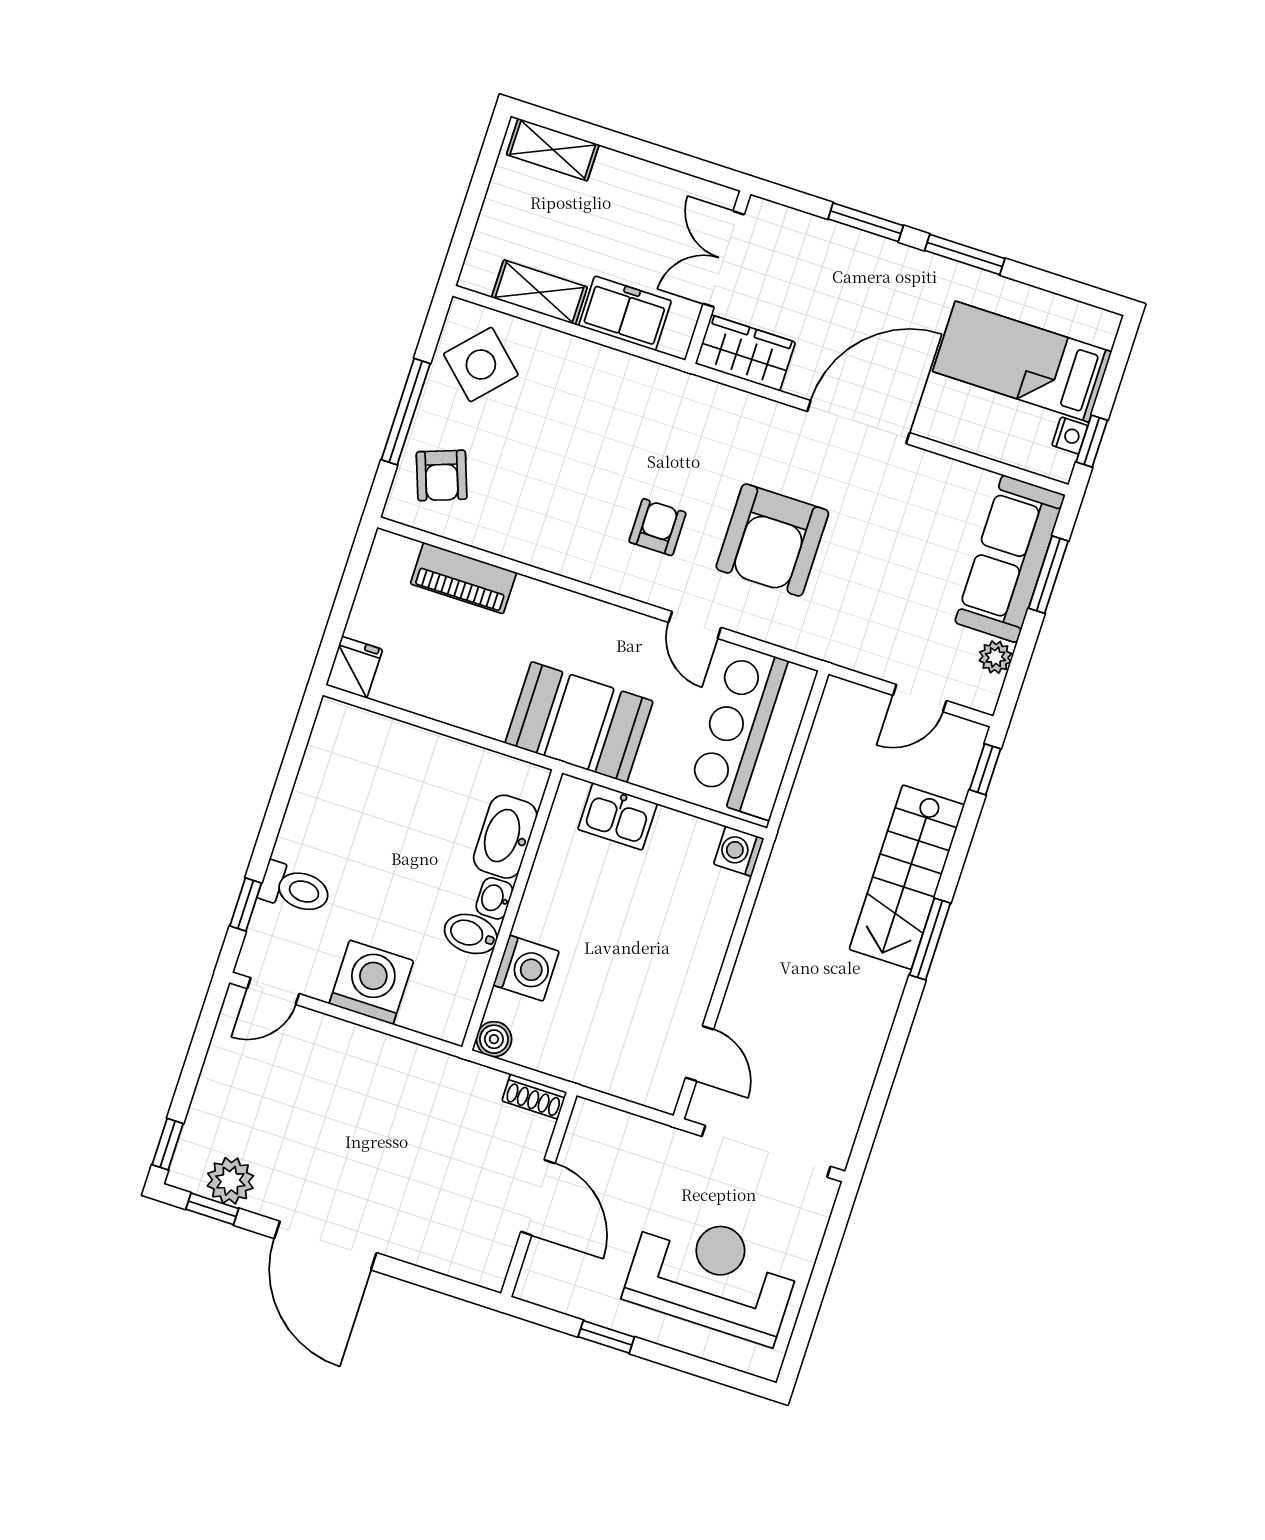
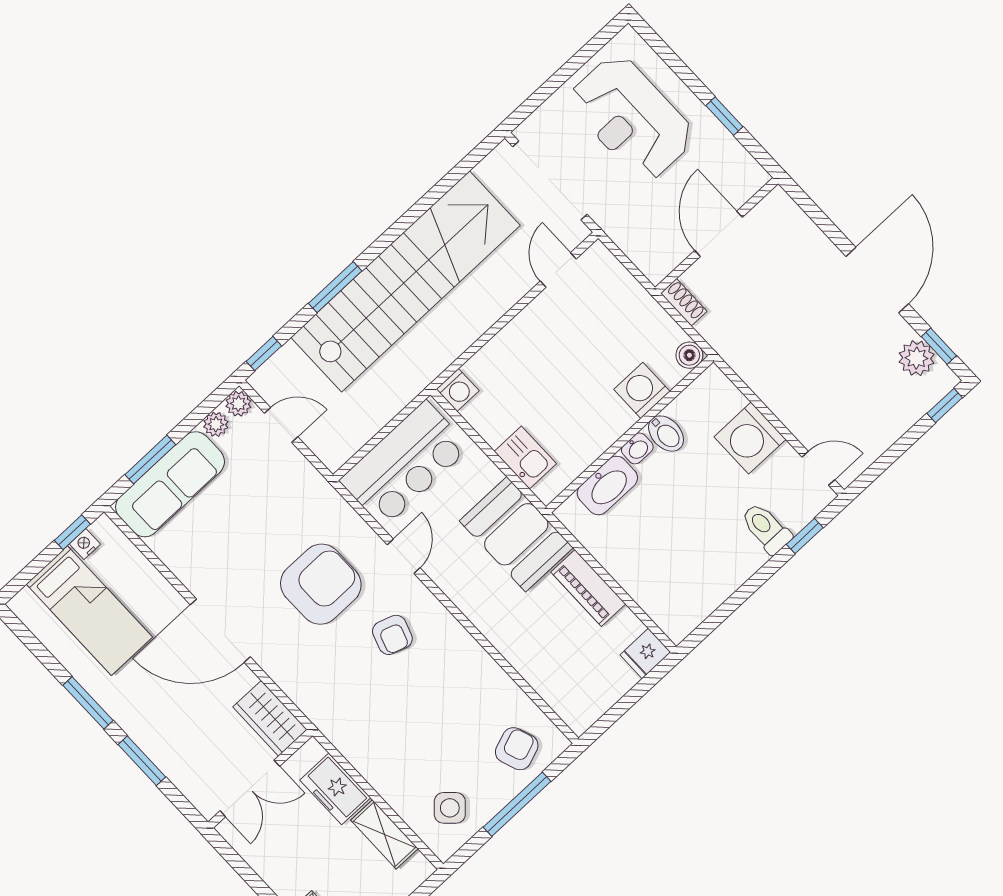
side table: (481, 365) -> (450, 808), width x0.73, depth x0.73
armchair: (658, 527) -> (392, 635), turned -71
piano: (463, 578) -> (588, 588), moved, turned 180
plant: (982, 695) -> (238, 404), added
stairs: (907, 877) -> (405, 281), width x1.86, depth x1.51
window: (930, 939) -> (335, 287), moved

